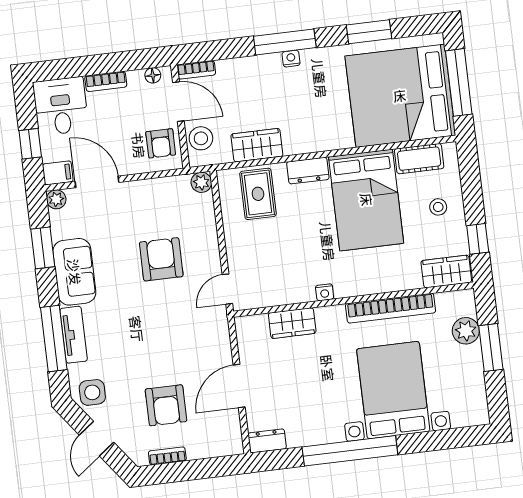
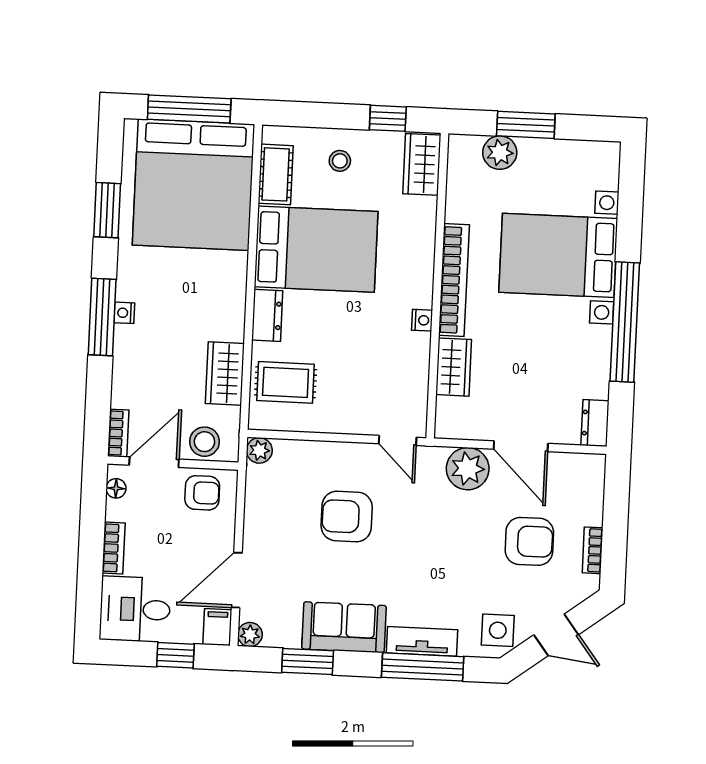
bookcase: (391, 308) -> (454, 280), moved
plant: (215, 348) -> (468, 469), added

